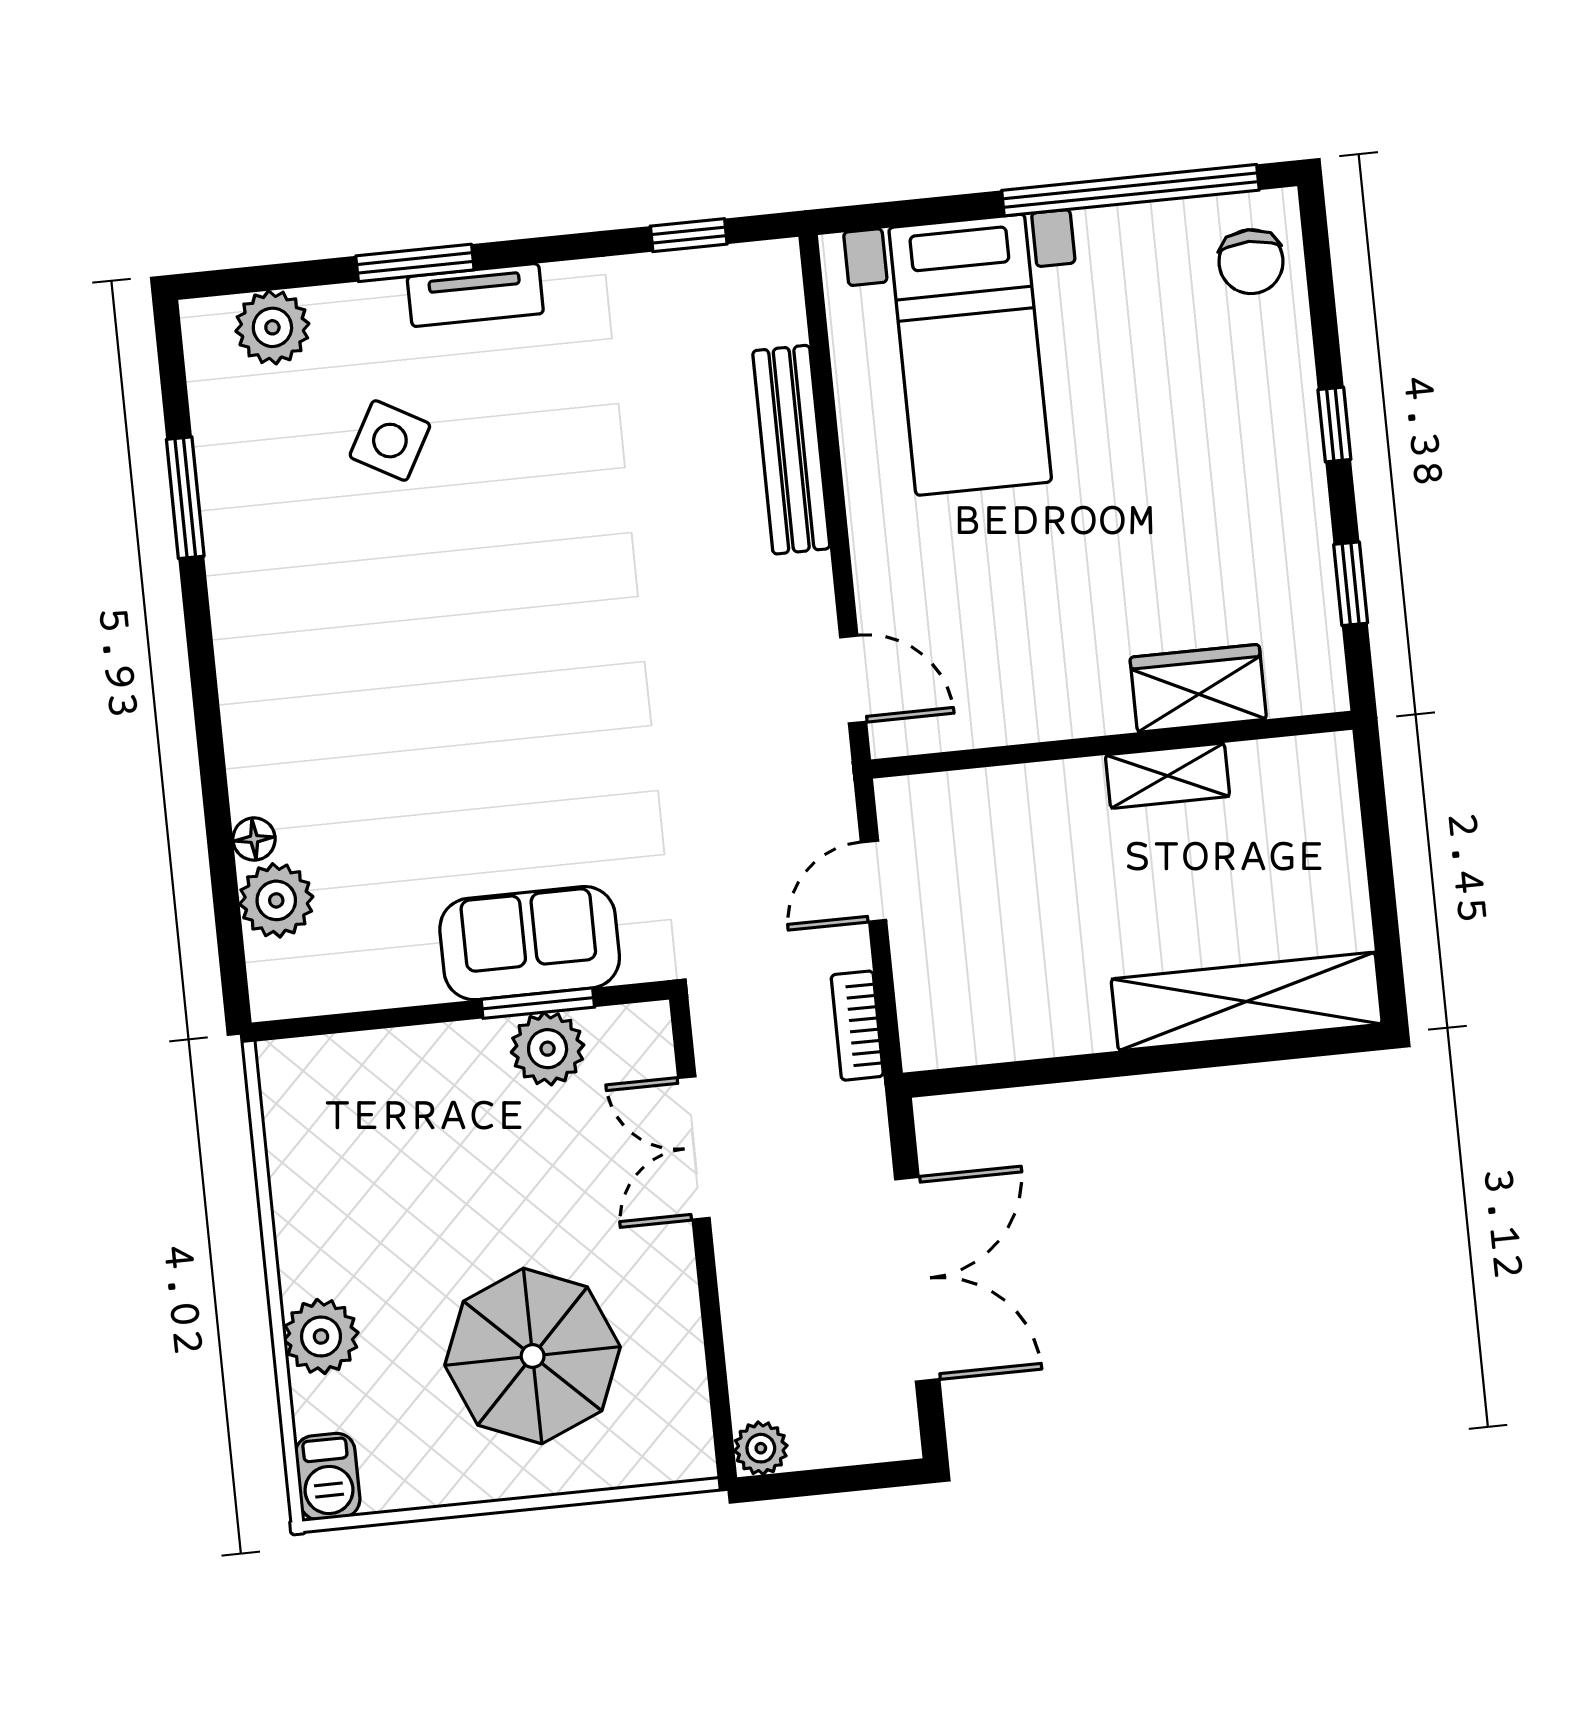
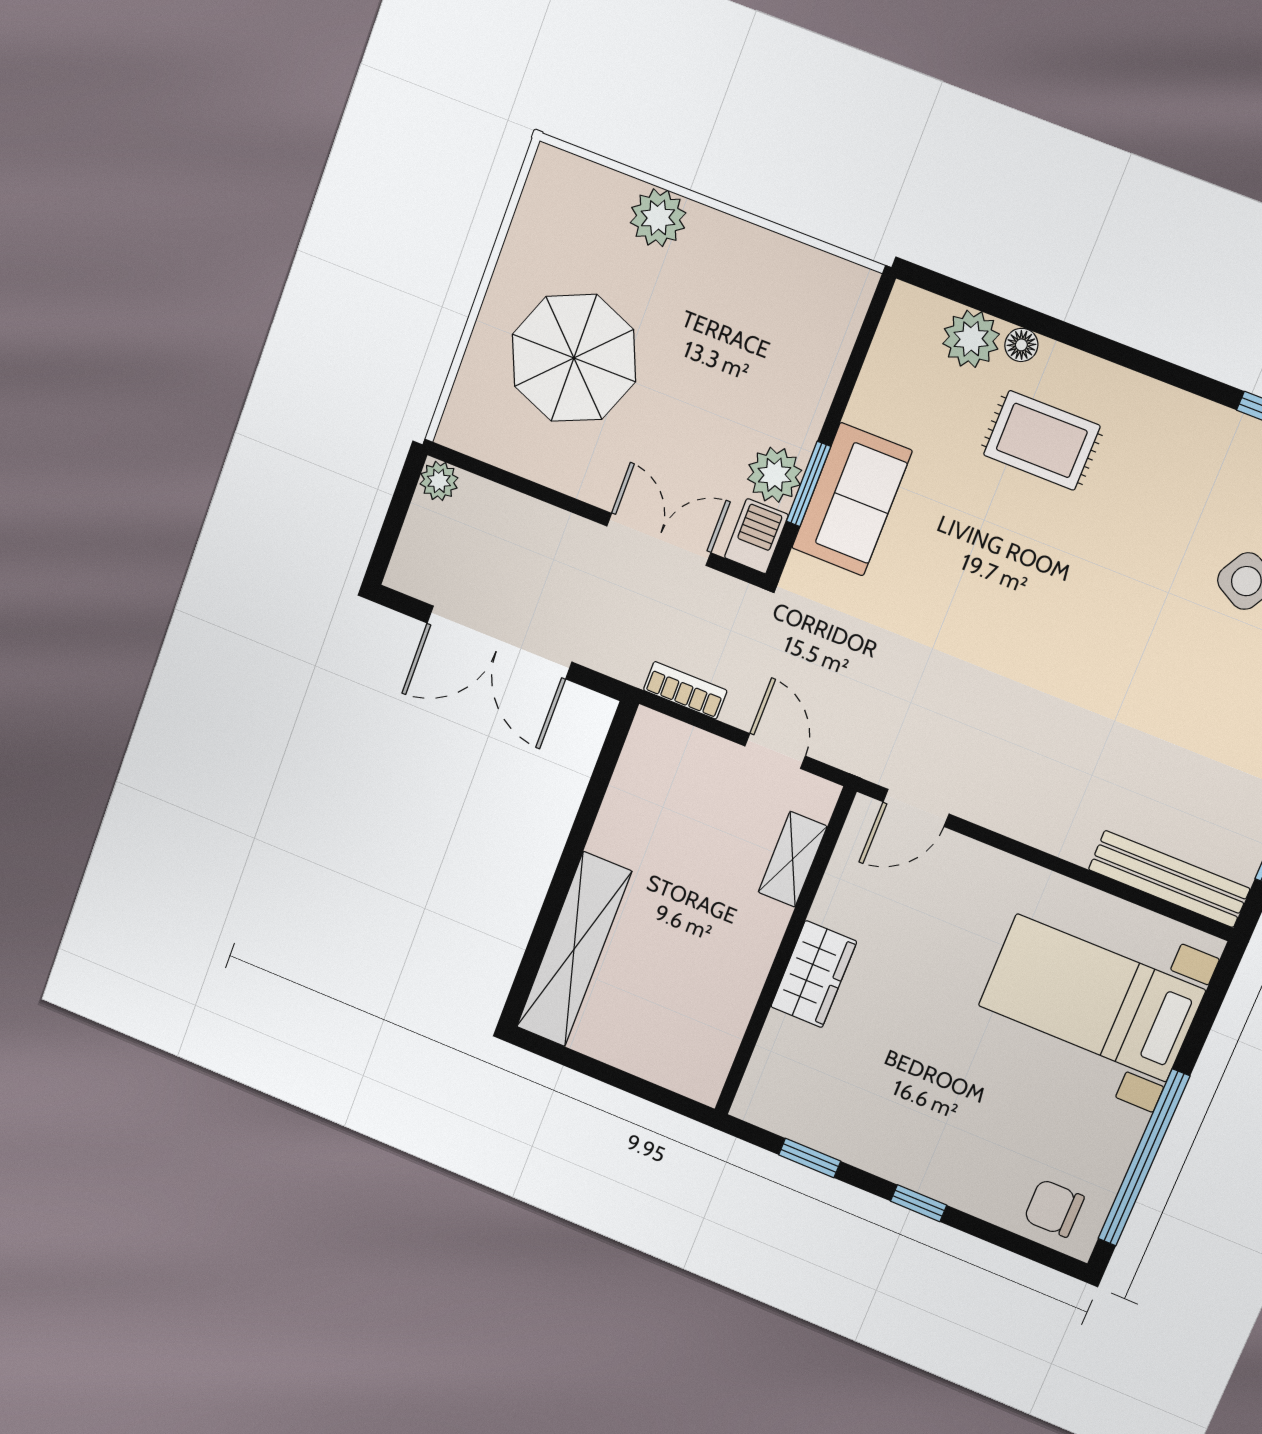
bench: (791, 450) -> (1169, 879), moved
wardrobe: (1198, 688) -> (814, 974), moved
rug: (350, 759) -> (1042, 440), added
shelving: (1167, 776) -> (793, 859), moved
barbecue: (328, 1477) -> (756, 536), moved, turned 90

